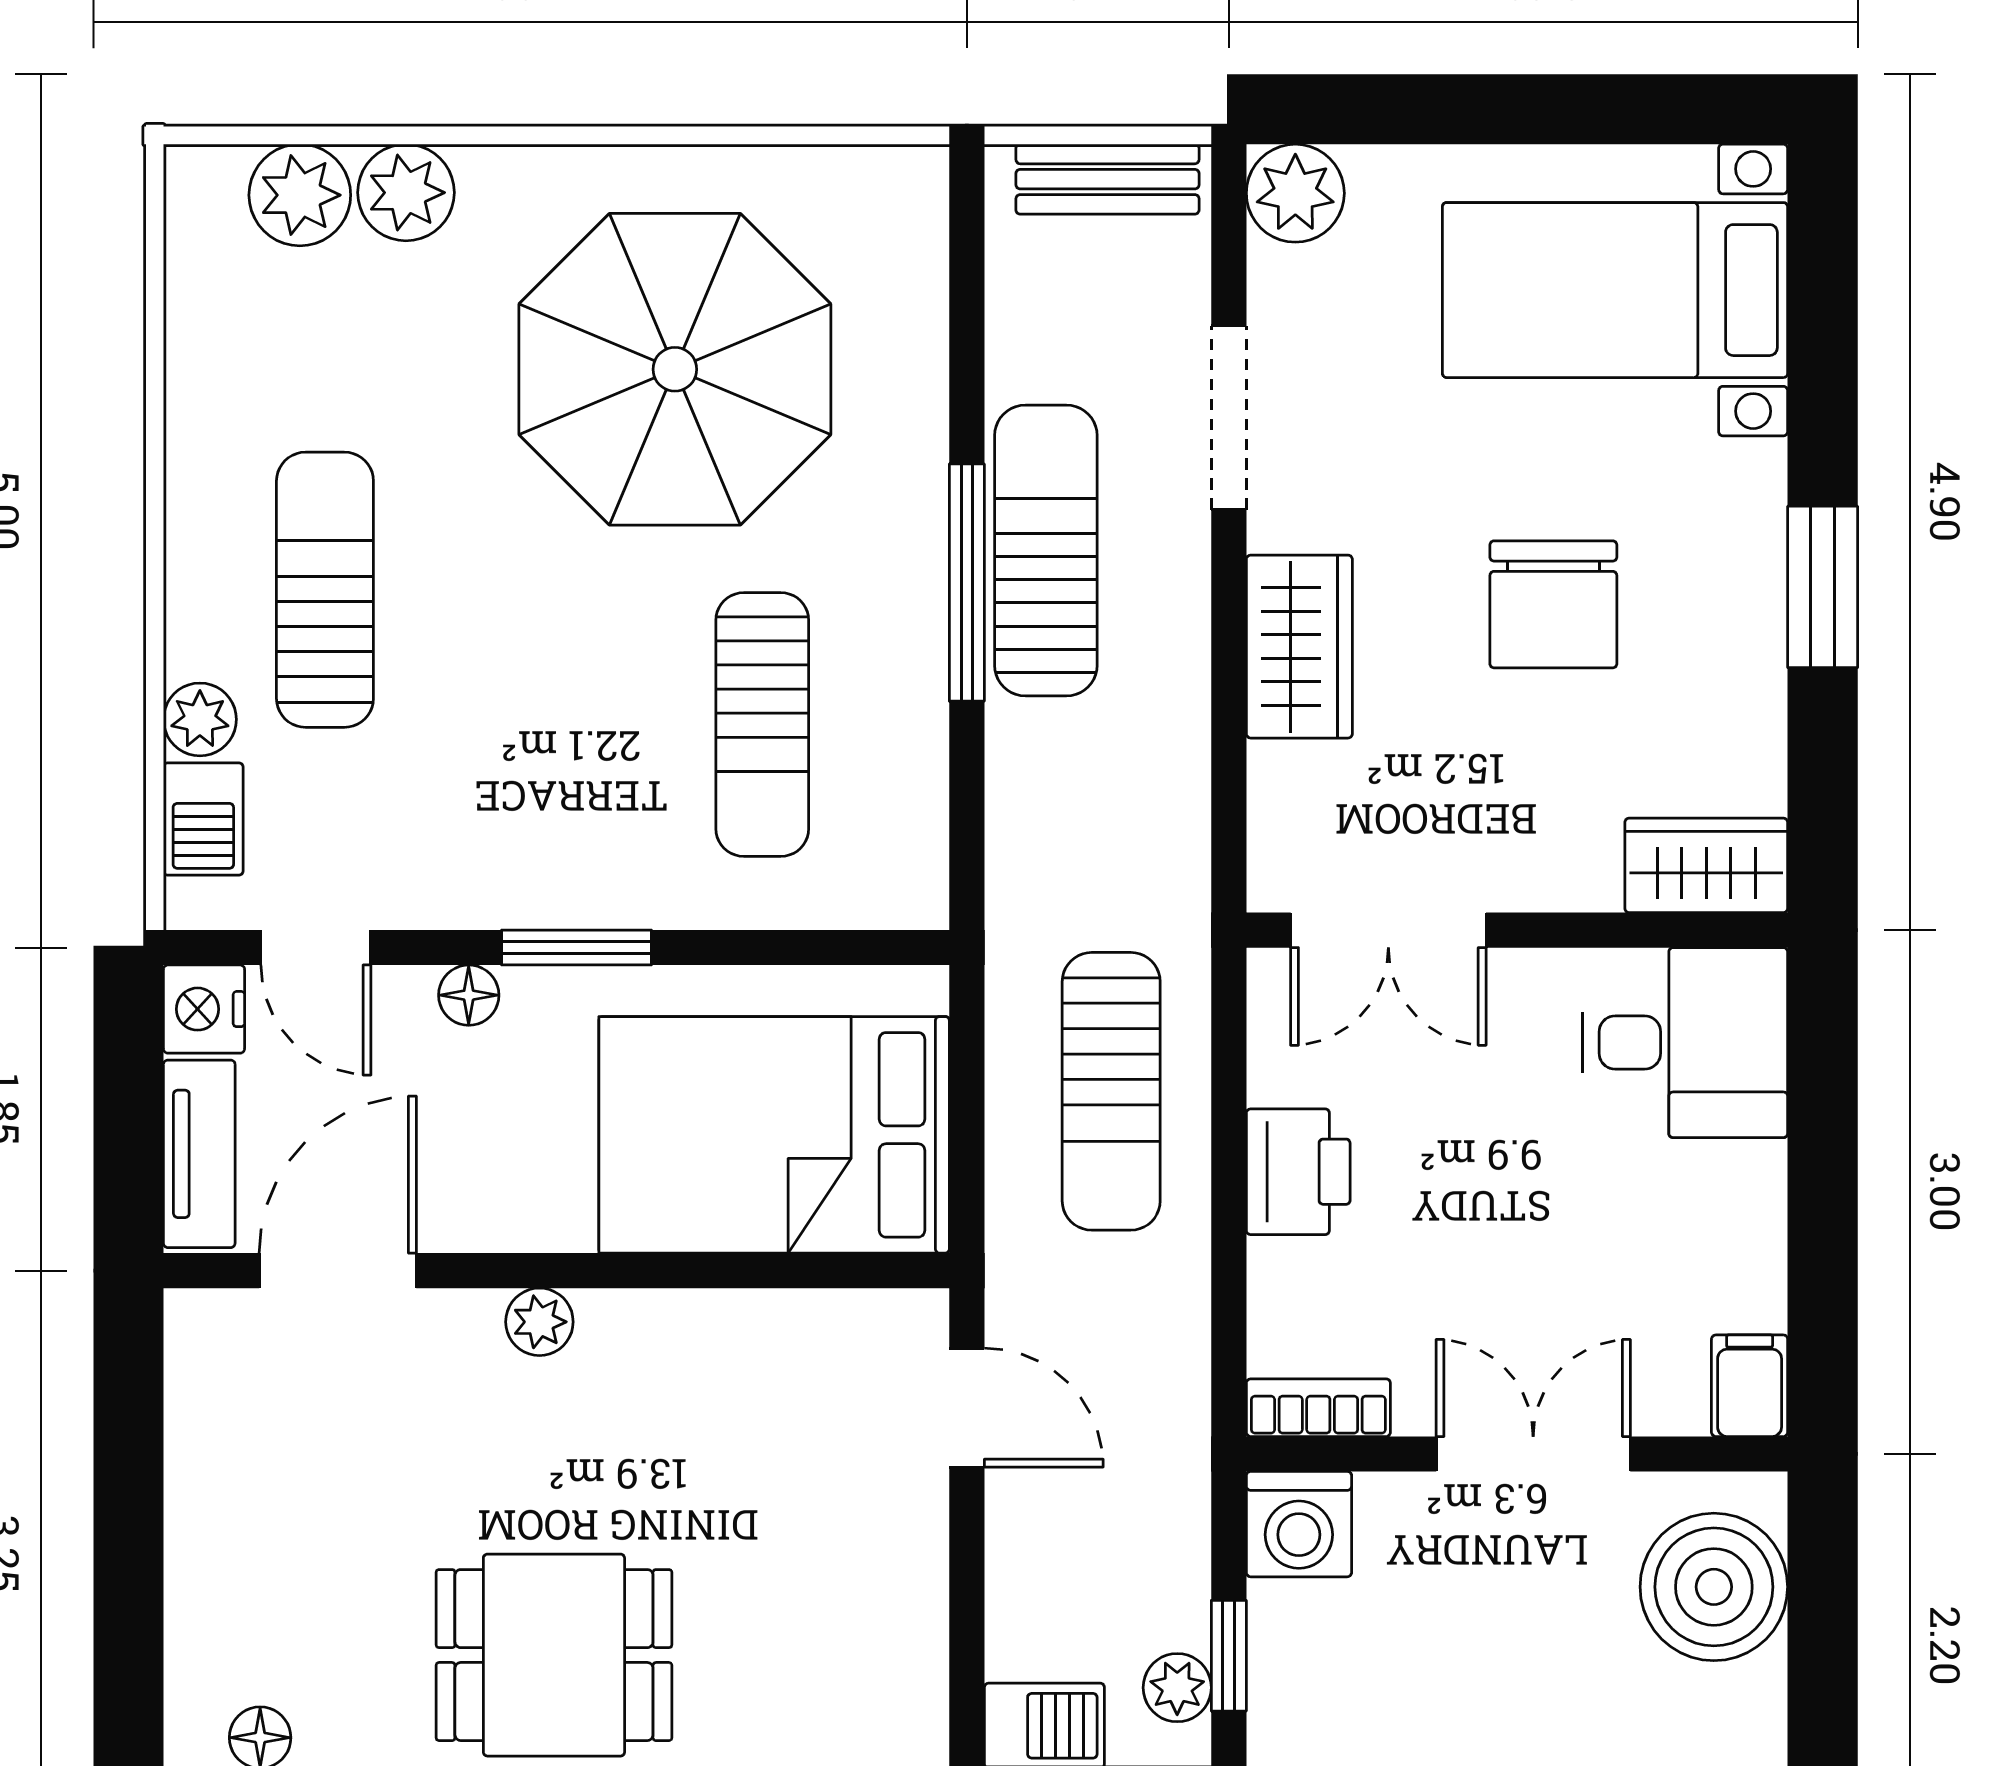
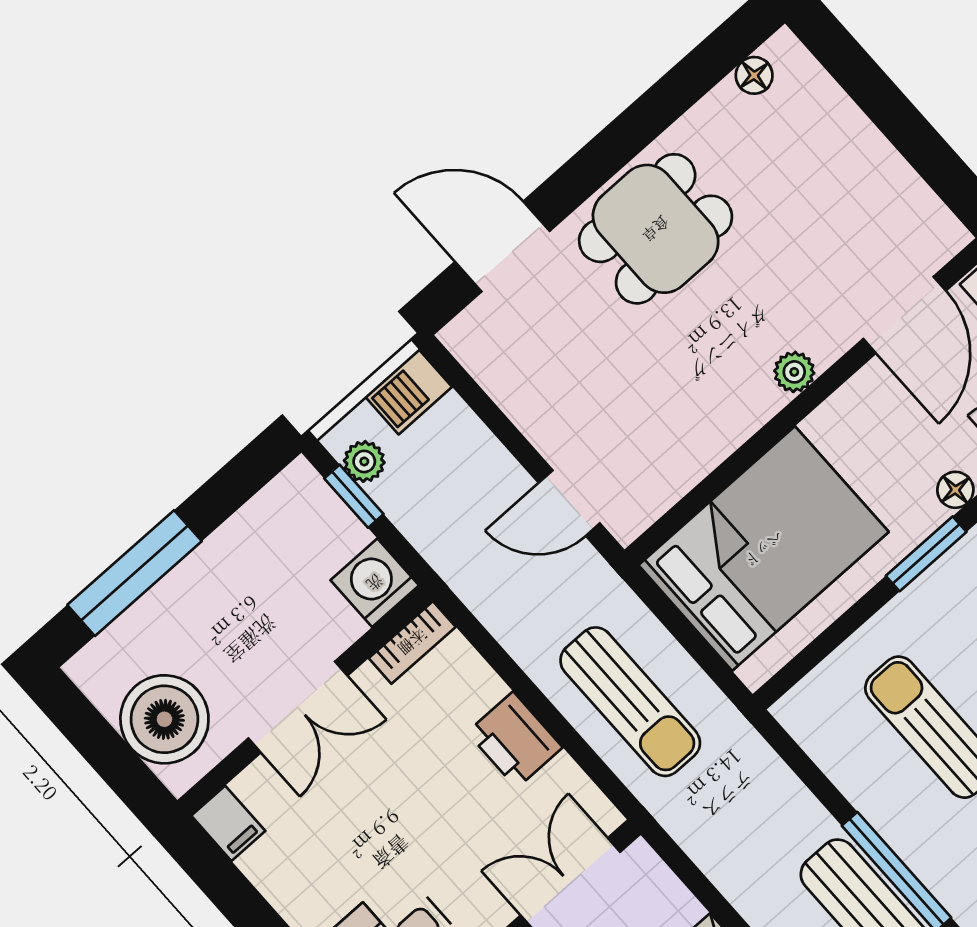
sun lounger: (1111, 1091) -> (630, 702), turned 180

